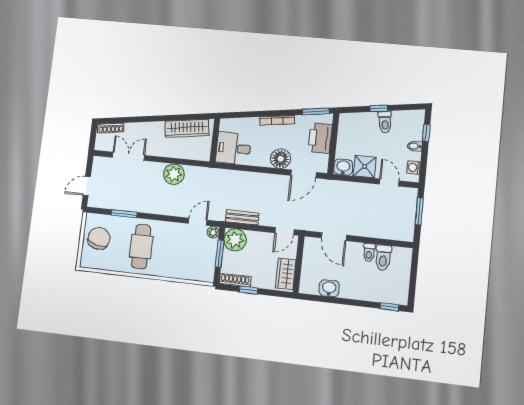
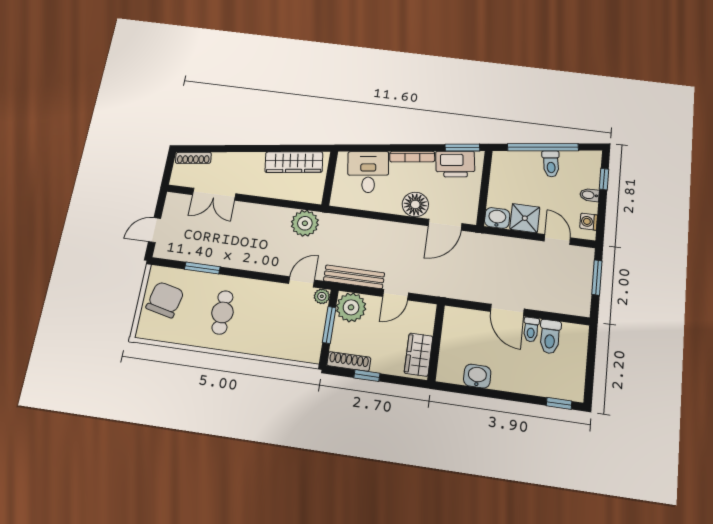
window: (379, 108) -> (543, 147), width x3.17
printer: (320, 138) -> (455, 164), moved, turned -98
desk: (233, 148) -> (368, 172), moved, turned 82
double door: (128, 156) -> (214, 194), swing flipped
plant: (174, 174) -> (305, 223), moved
bench: (242, 217) -> (354, 277), width x1.36
door: (284, 231) -> (396, 295), moved
door: (334, 237) -> (507, 310), moved
cafe table: (141, 247) -> (222, 312), width x0.73, depth x0.74

